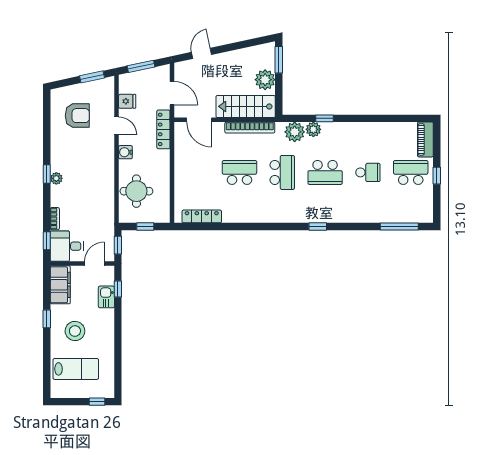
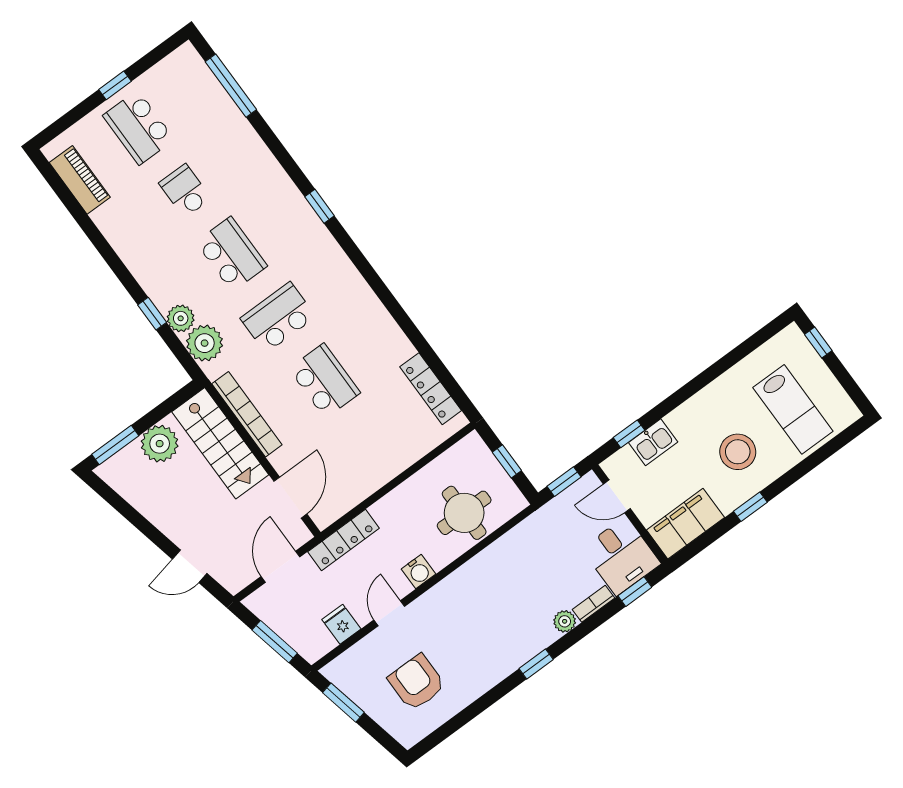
piano: (425, 139) -> (80, 180), moved, turned -90
school desk: (239, 172) -> (325, 381), turned 180
plant: (56, 178) -> (565, 621), moved
lab bench: (76, 369) -> (793, 409), turned 180

